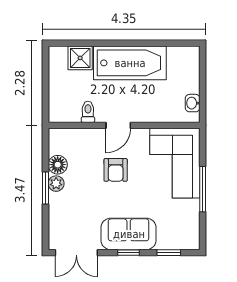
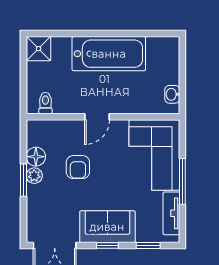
shower: (80, 58) -> (38, 49), moved
toilet: (88, 112) -> (45, 103), moved
armchair: (116, 170) -> (78, 167), moved
tv unit: (192, 221) -> (171, 213), added

